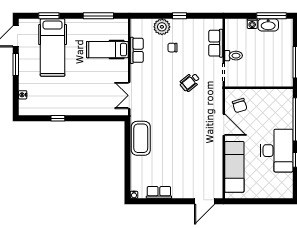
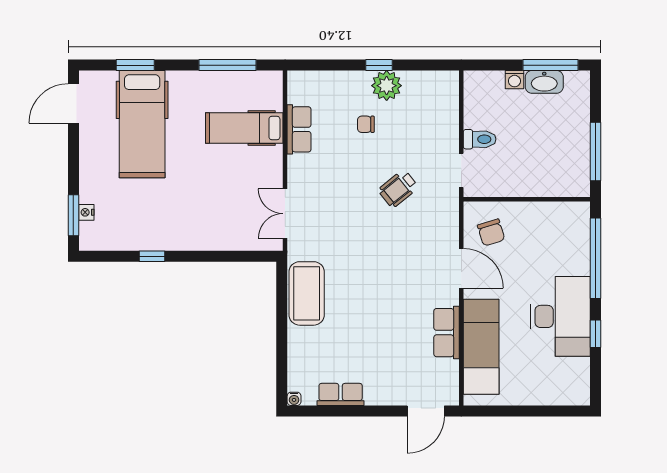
plant: (162, 27) -> (387, 86), moved
row of seats: (216, 43) -> (447, 333), moved
window: (16, 64) -> (73, 215), moved

